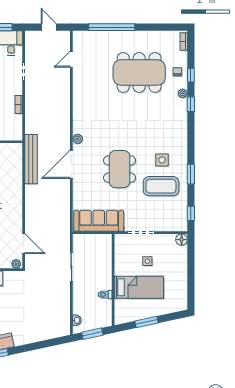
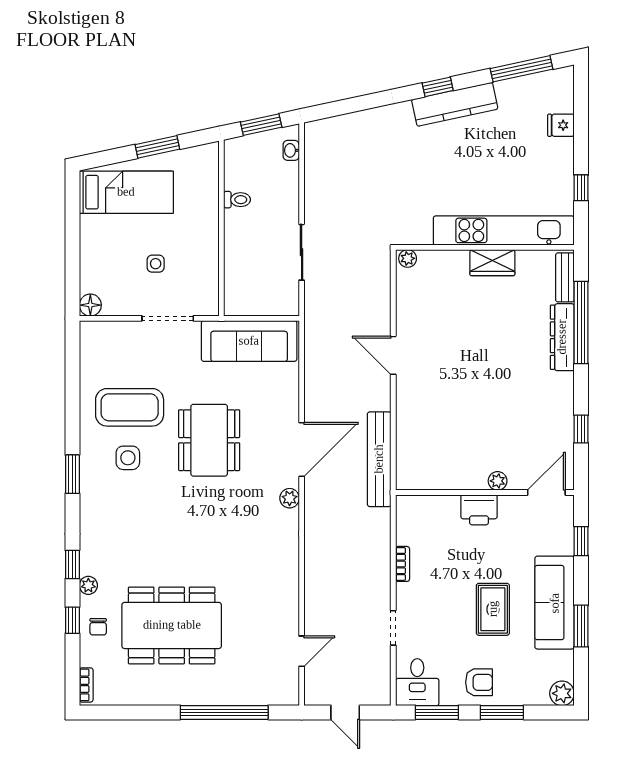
window: (191, 174) -> (72, 474), moved
window: (191, 213) -> (72, 355), removed
door: (24, 244) -> (393, 355), moved
bed: (139, 287) -> (126, 192), moved, turned 180

